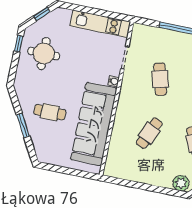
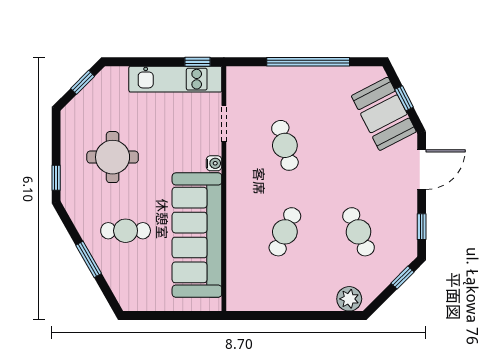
window: (116, 16) -> (197, 62), added
window: (19, 44) -> (56, 178), moved
round table: (44, 54) -> (113, 157), moved

